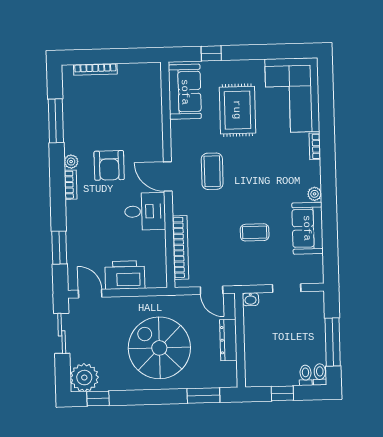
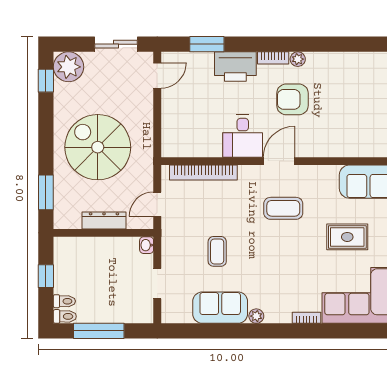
rug: (237, 110) -> (347, 237), width x0.73, depth x0.70
window: (56, 121) -> (341, 44), removed
printer: (125, 275) -> (235, 67), moved, turned 90
spiral stairs: (159, 348) -> (98, 147), turned -90

